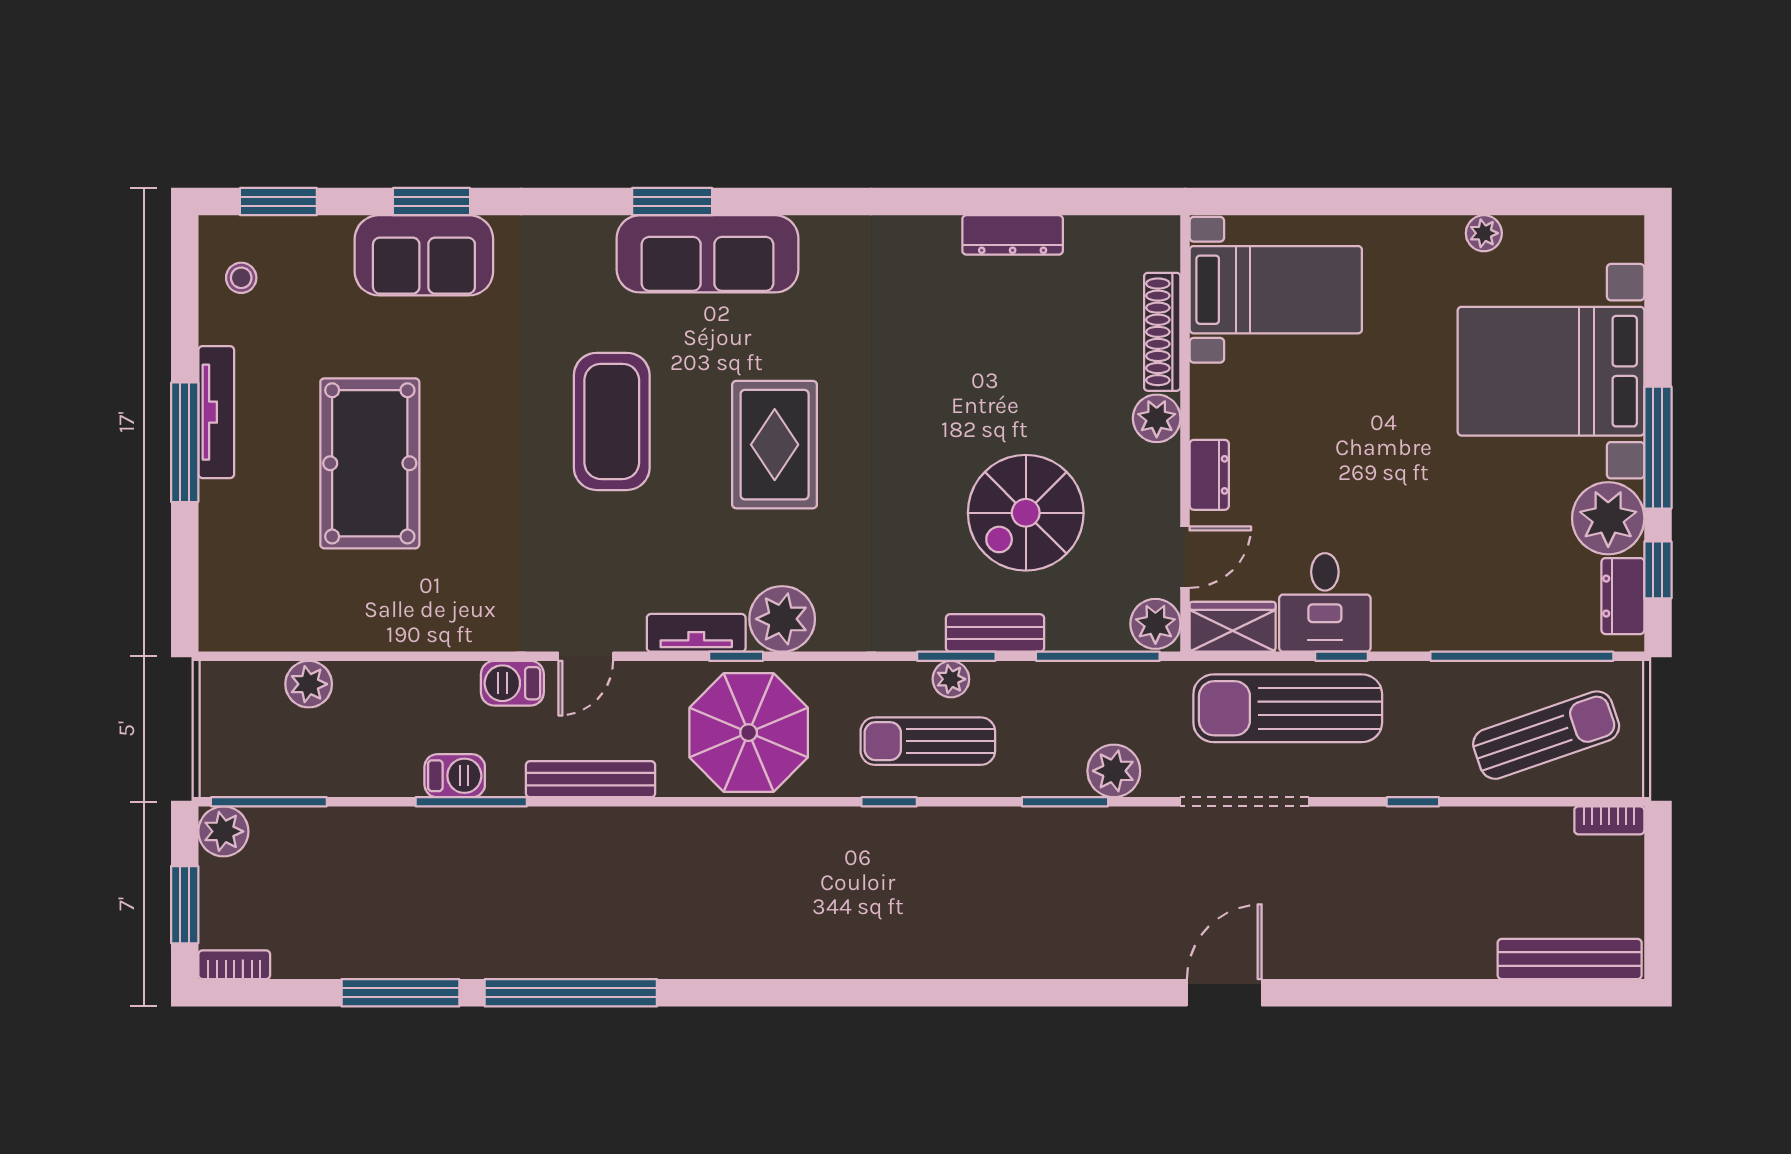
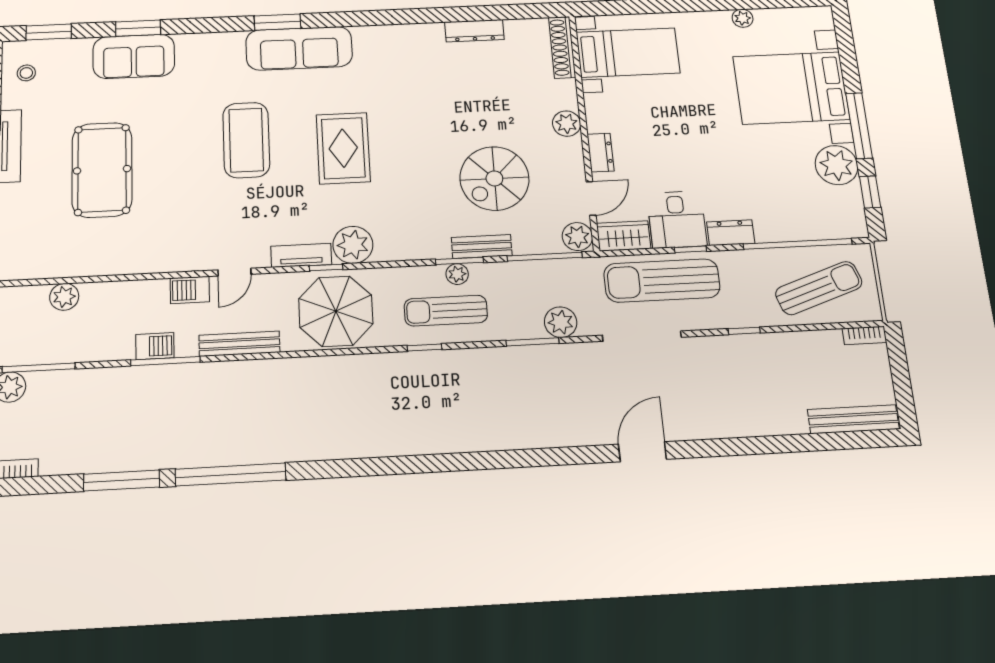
shoe rack: (1162, 332) -> (562, 47), moved
dresser: (1623, 596) -> (731, 233), moved, turned 90

